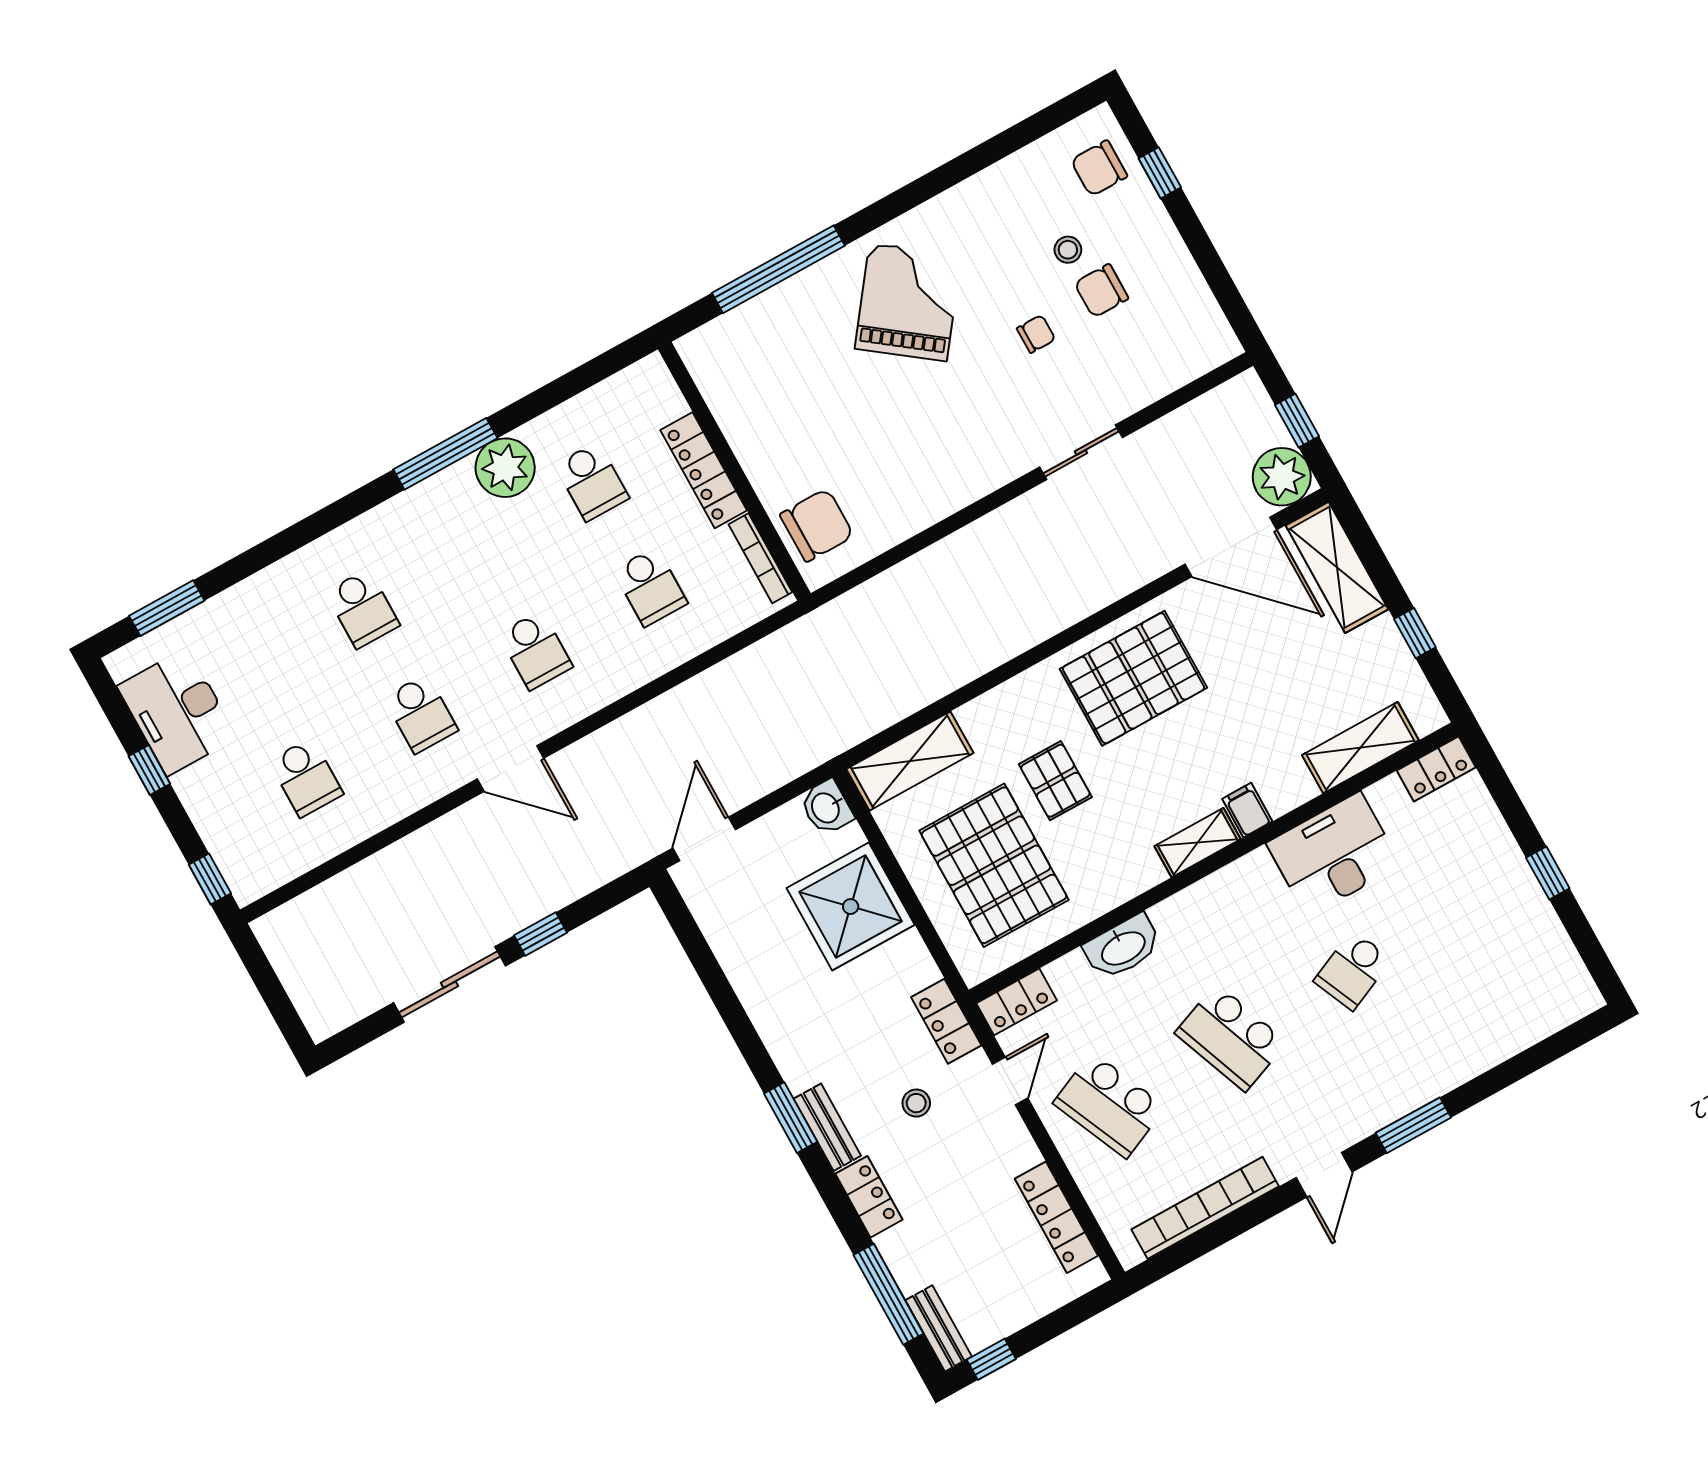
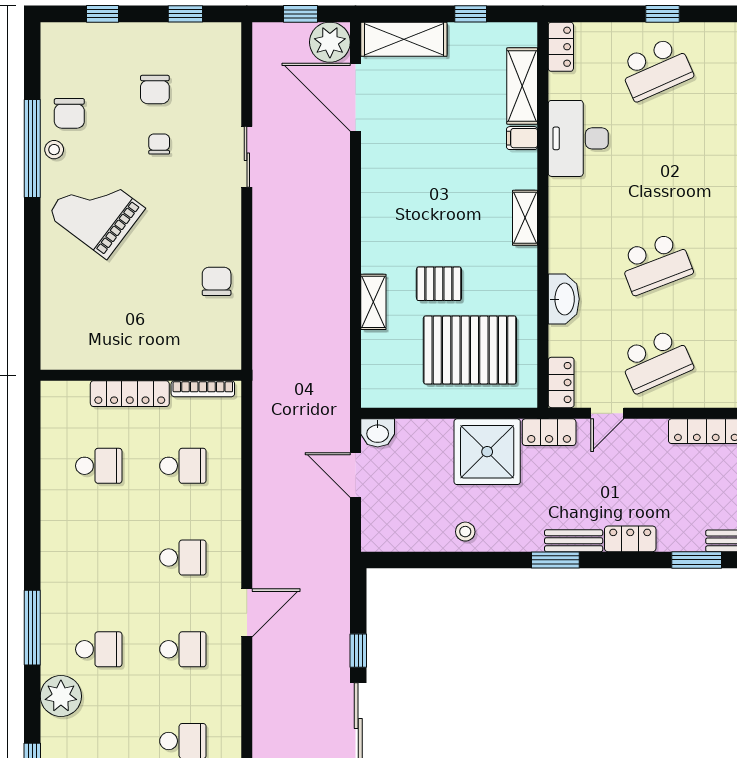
chair: (1099, 168) -> (69, 113), moved
stool: (1068, 250) -> (54, 150), moved
window: (778, 269) -> (32, 149), moved
window: (1217, 277) -> (185, 14), added
window: (445, 454) -> (32, 628), moved
plant: (505, 468) -> (61, 696), moved
chair: (817, 525) -> (217, 281), moved, width x0.73, depth x0.73
door: (1231, 547) -> (355, 97), swing flipped
pallet: (1133, 678) -> (403, 201), removed
shelving: (910, 761) -> (373, 302), moved, width x0.67, depth x0.75
filing cabinet: (1247, 810) -> (522, 138), moved
door: (704, 839) -> (355, 475), moved
shower: (851, 907) -> (487, 452), moved
school desk: (1353, 970) -> (656, 69), moved, width x1.85
door: (1010, 1081) -> (607, 413), swing flipped
stool: (916, 1103) -> (465, 532), moved
window: (889, 1294) -> (697, 560), width x0.69

